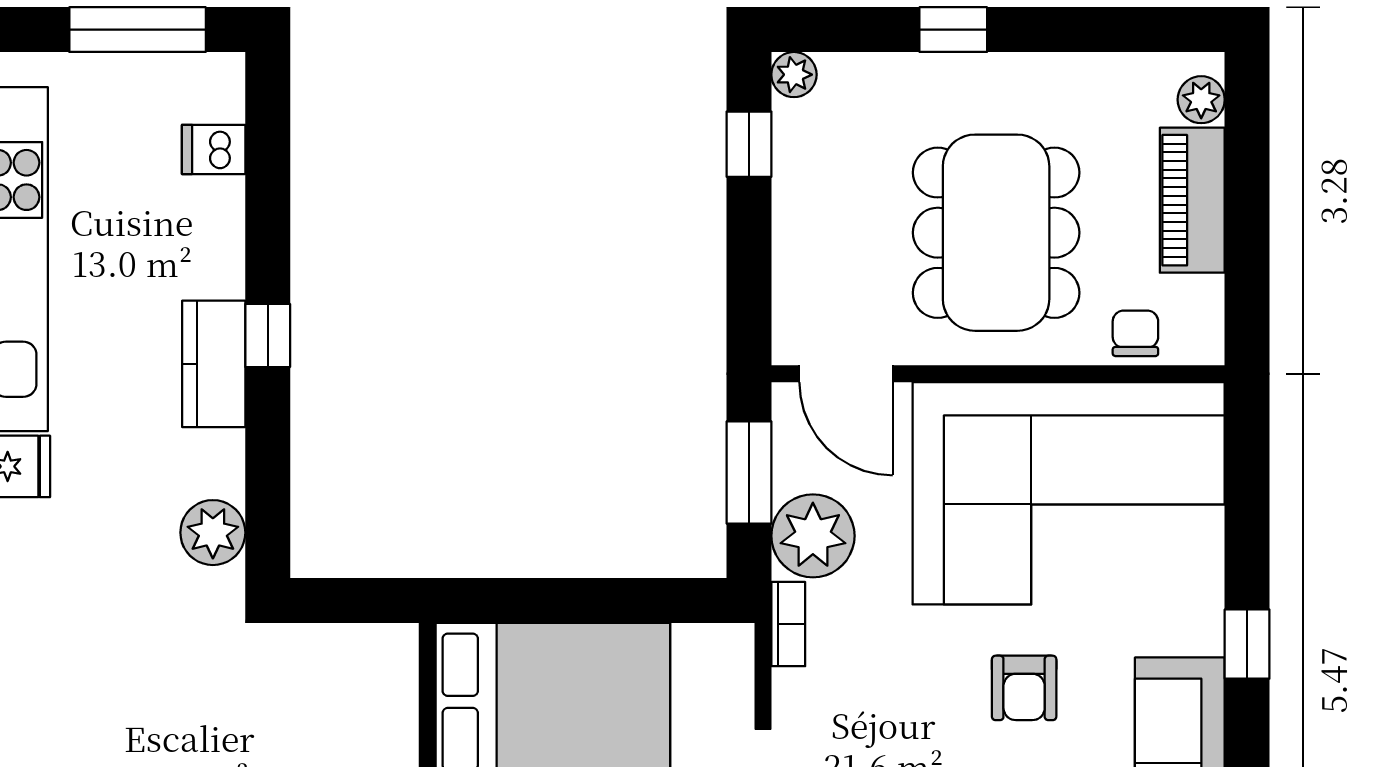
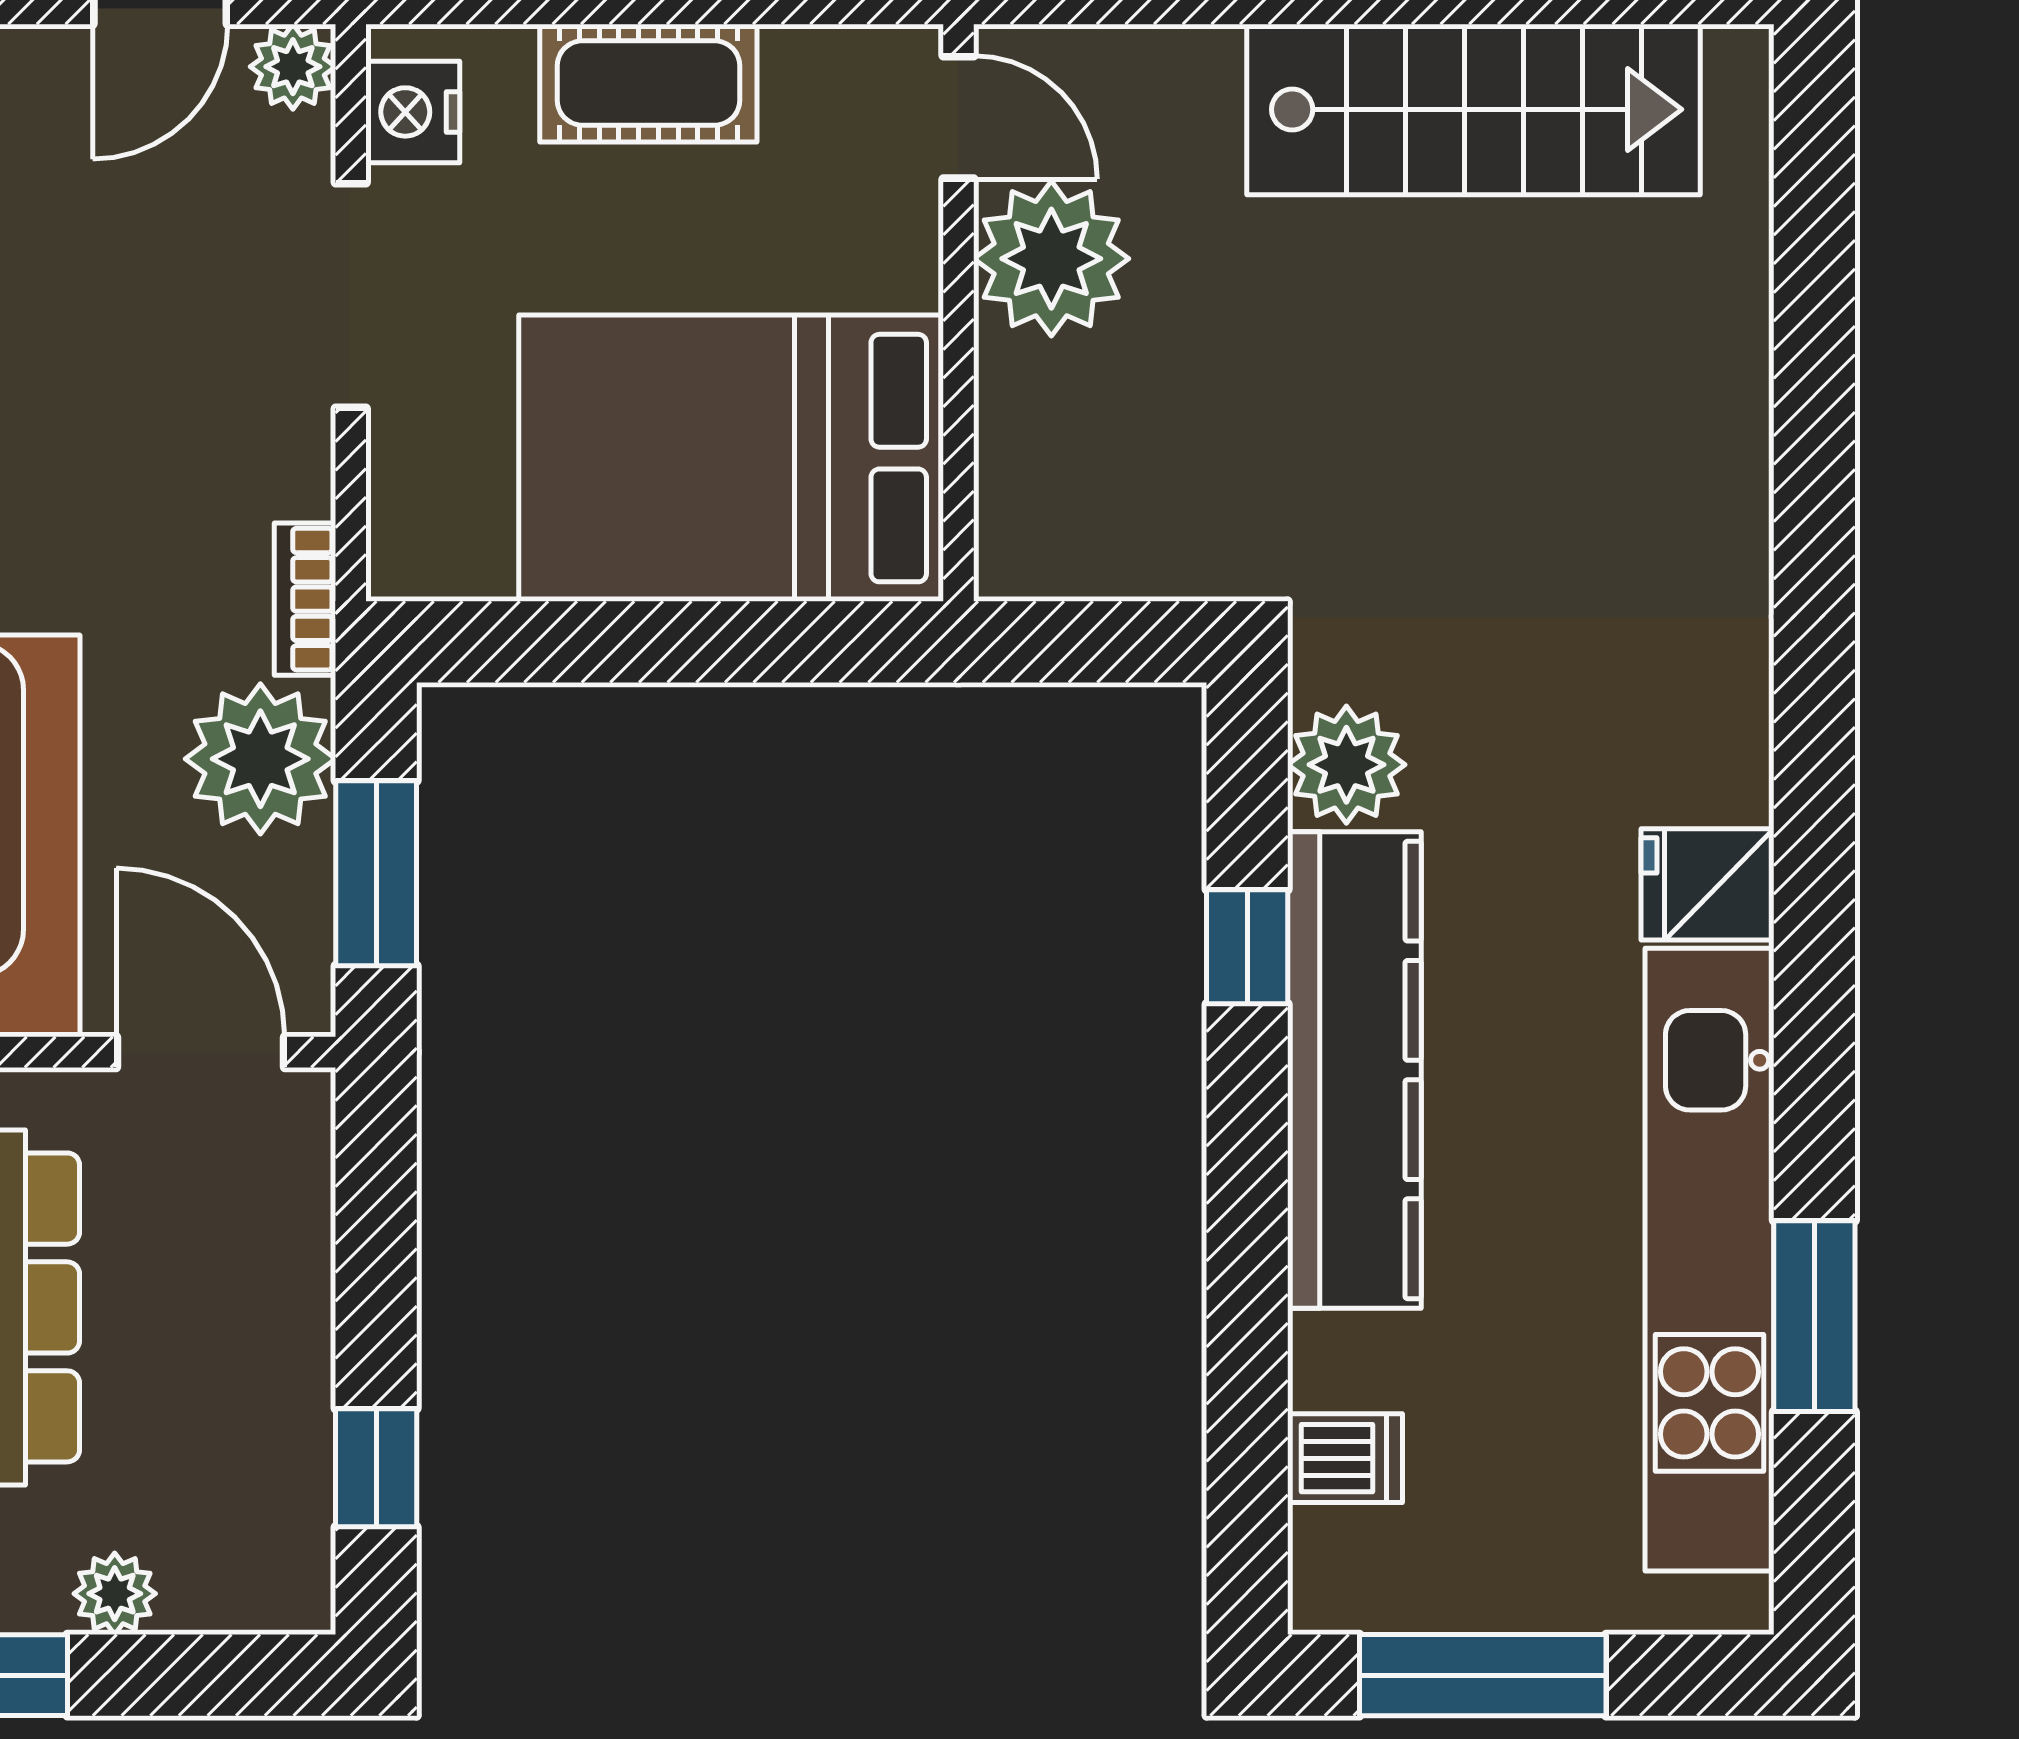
plant: (794, 75) -> (115, 1594), moved
window: (268, 335) -> (1247, 947), moved
kitchen counter: (214, 364) -> (1354, 1070), width x2.08, depth x1.17

